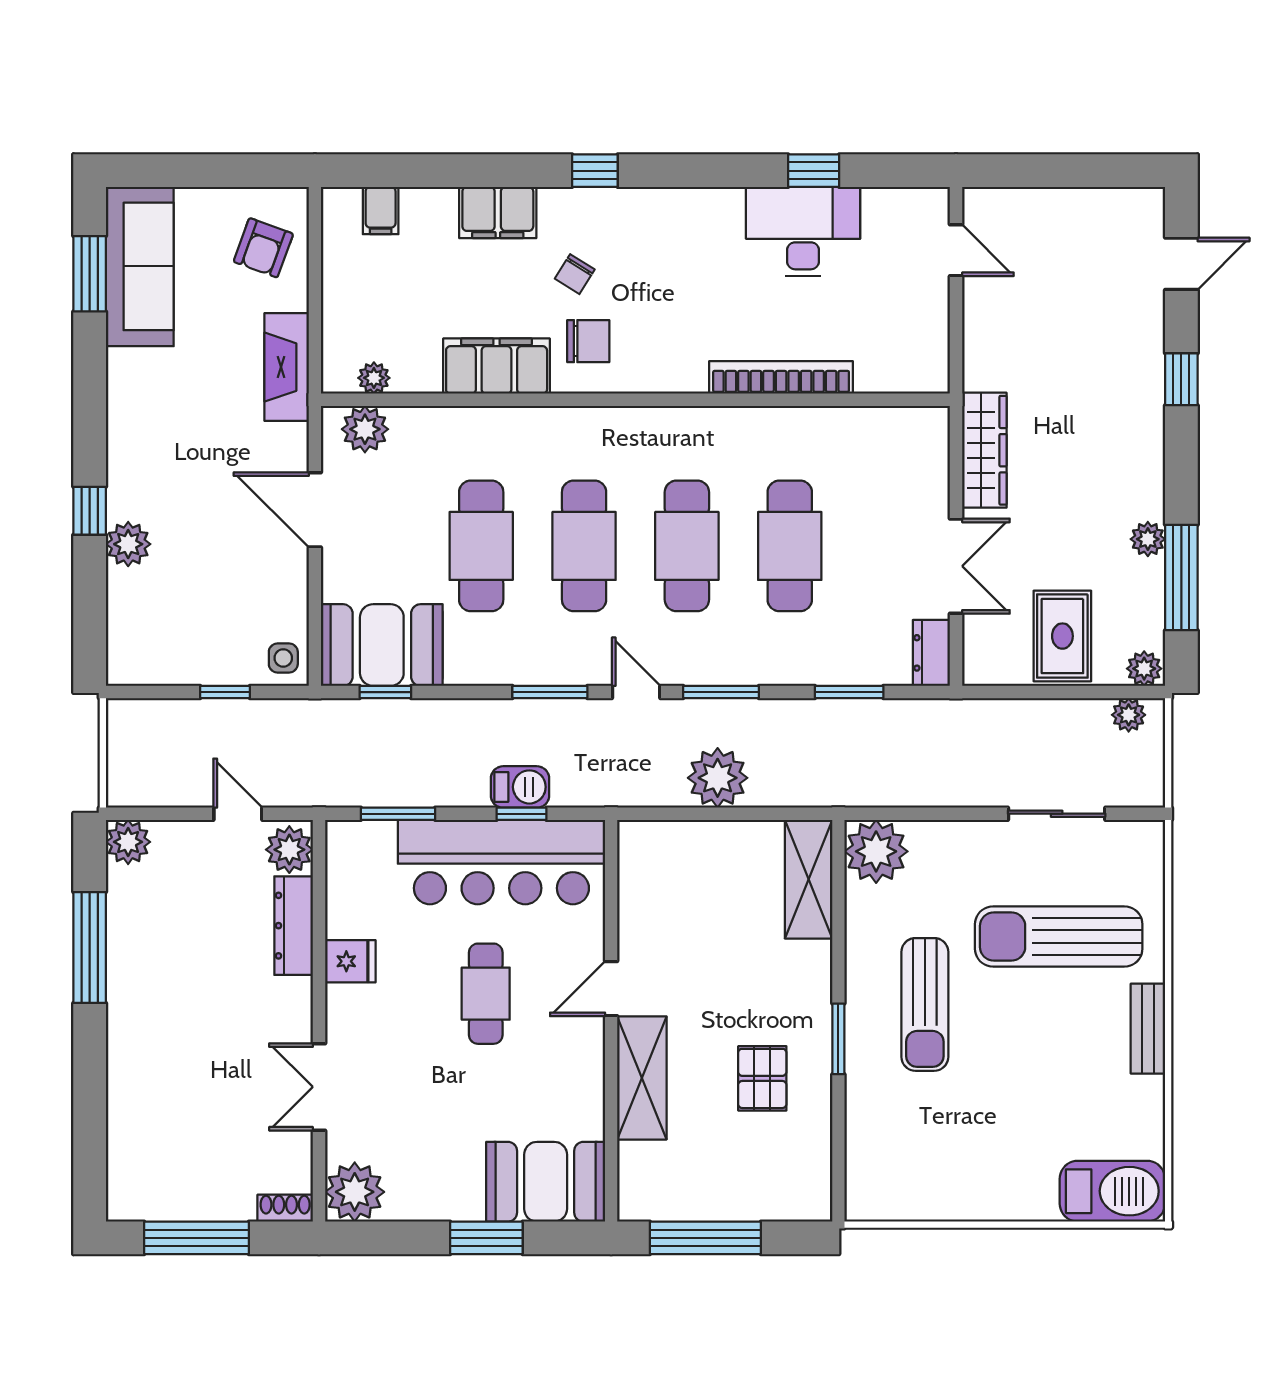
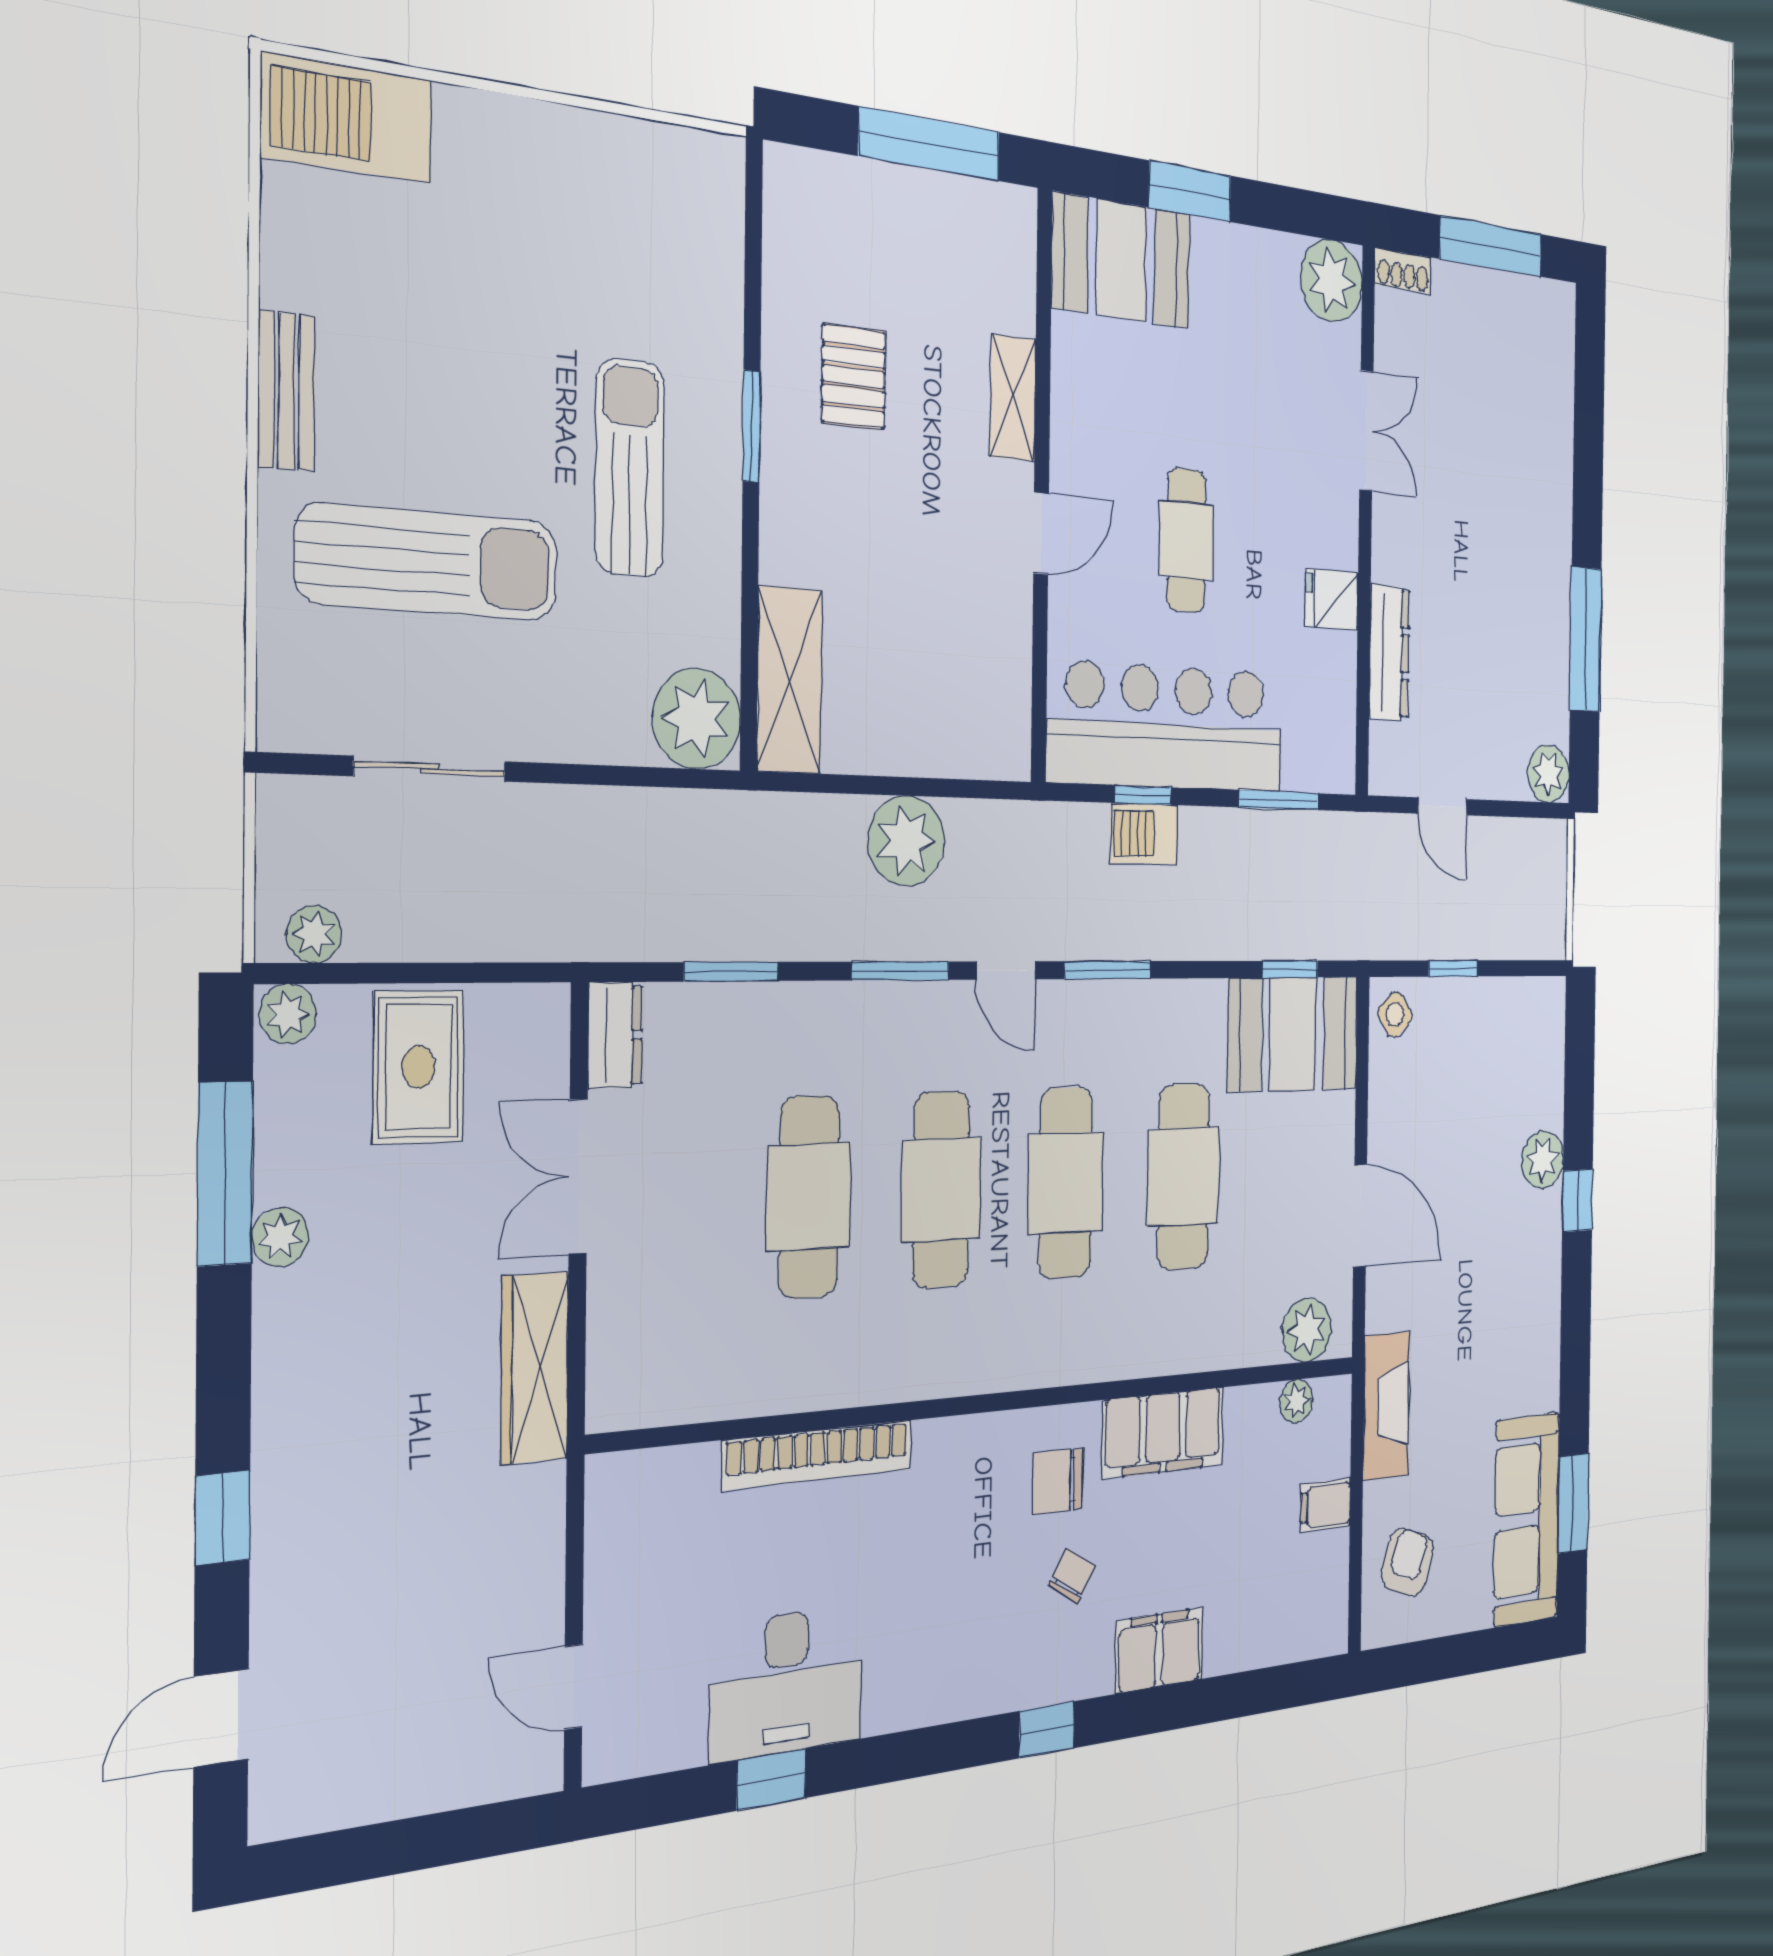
filing cabinet: (381, 211) -> (1326, 1505), moved, turned -90
side table: (283, 658) -> (1395, 1015), turned -38
plant: (289, 850) -> (1392, 756), removed
shelving: (642, 1078) -> (1013, 398), width x0.67, depth x0.75

